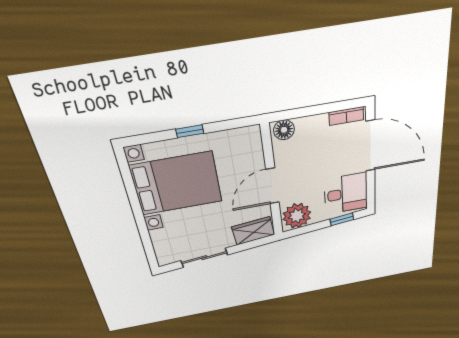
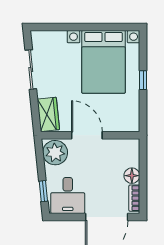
floor lamp: (284, 130) -> (132, 176), moved

